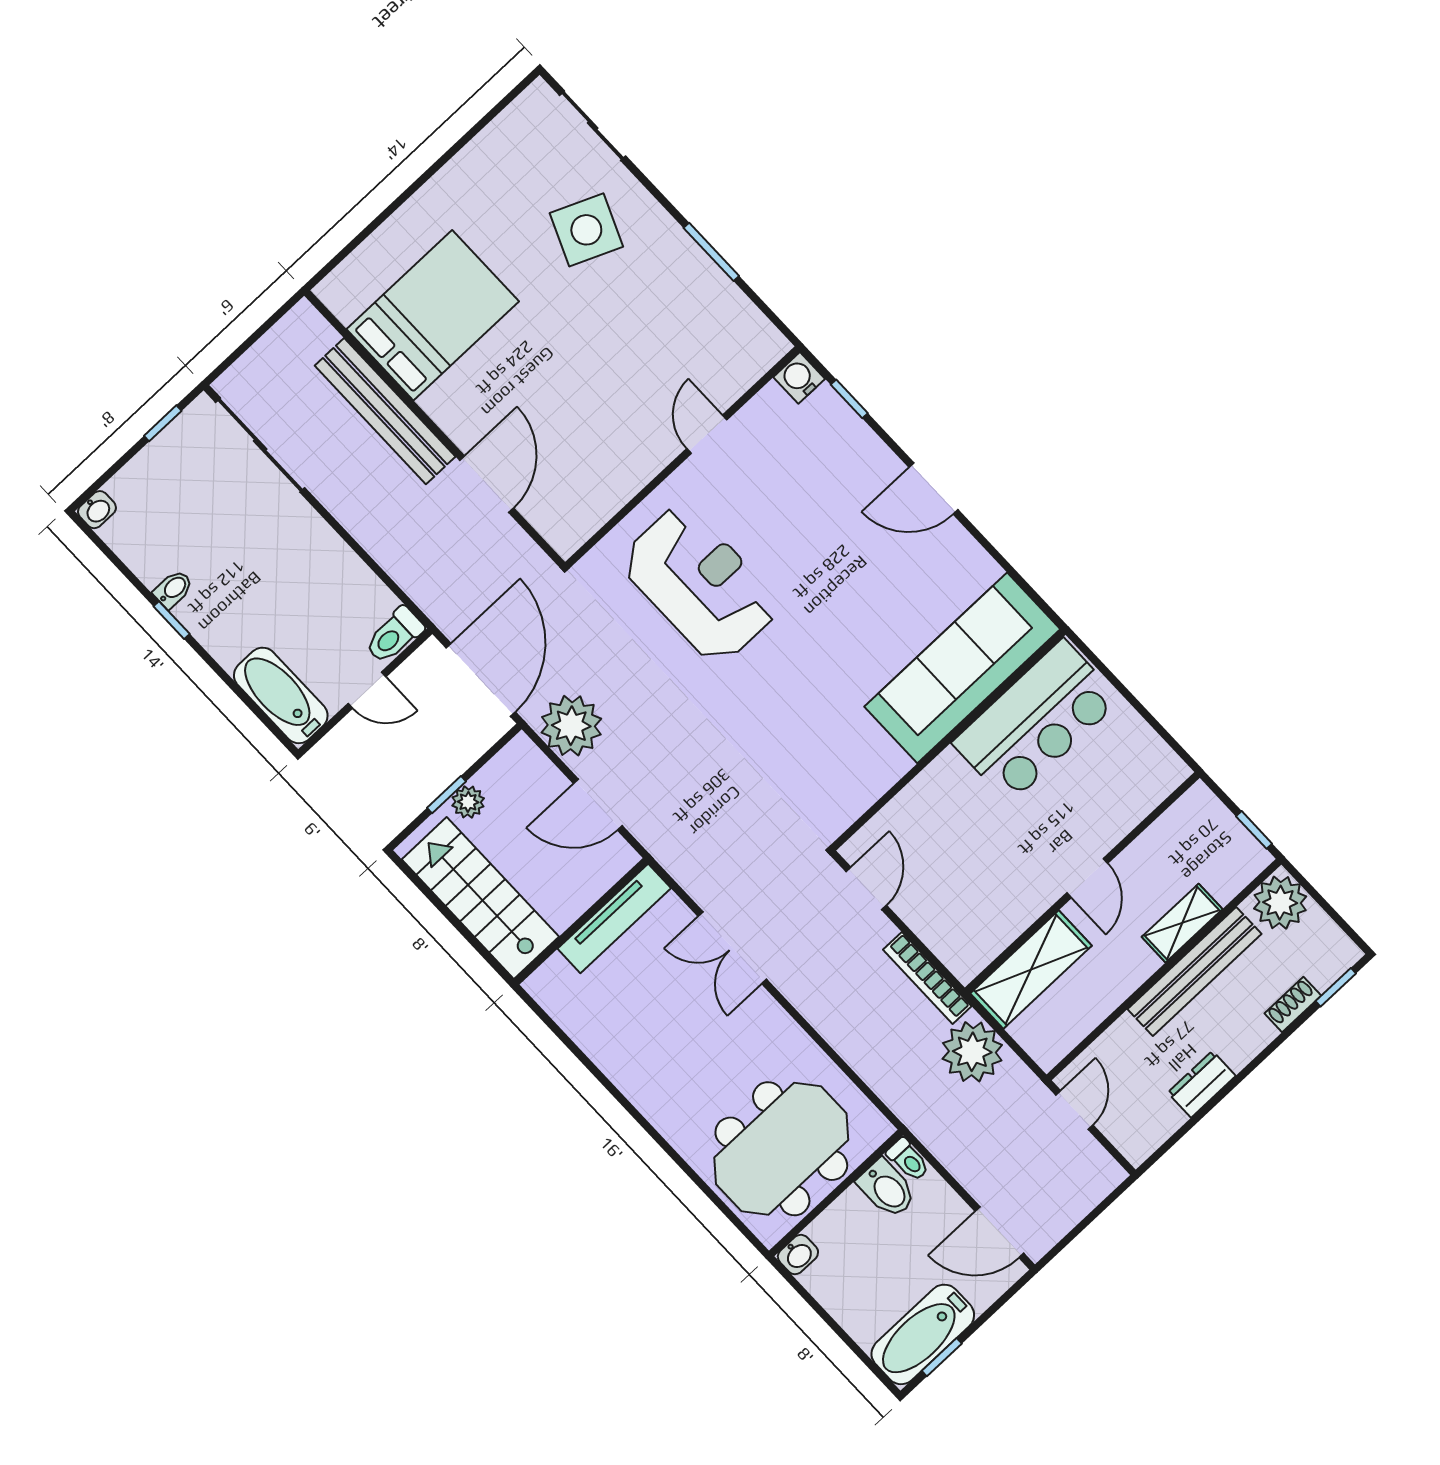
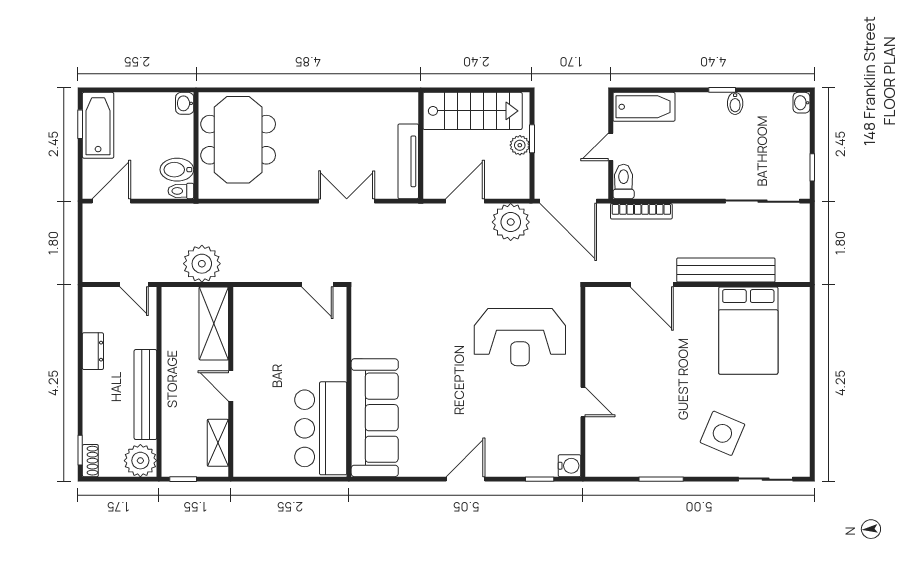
shelving: (1182, 923) -> (218, 443), moved
bookcase: (927, 978) -> (641, 211), moved, turned 180
shoe rack: (1293, 1004) -> (90, 461), moved

